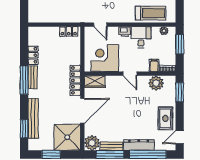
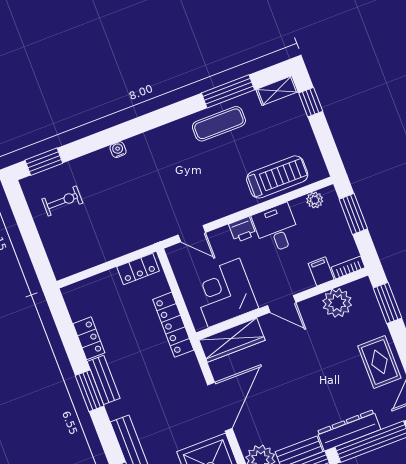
window: (24, 80) -> (90, 391), width x0.69
locker: (75, 80) -> (173, 325), moved
wardrobe: (95, 82) -> (232, 340), width x1.50

